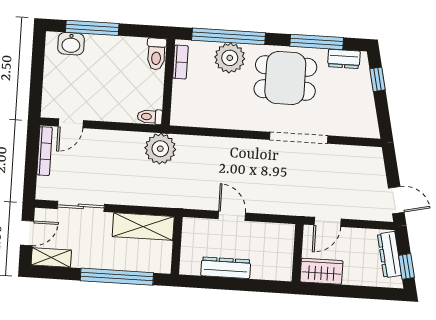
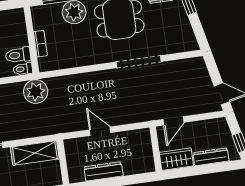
toilet: (156, 54) -> (18, 55), moved, turned 90
bookcase: (180, 62) -> (40, 44), moved
dresser: (389, 255) -> (211, 157), moved, turned 102

